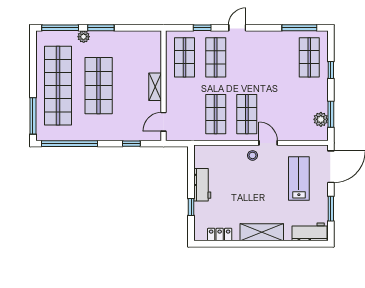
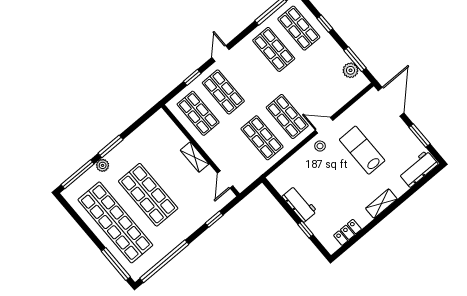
shop shelf: (278, 57) -> (274, 49), added
lab bench: (299, 179) -> (362, 150), moved
shelving: (262, 232) -> (381, 204), width x0.67, depth x0.75

